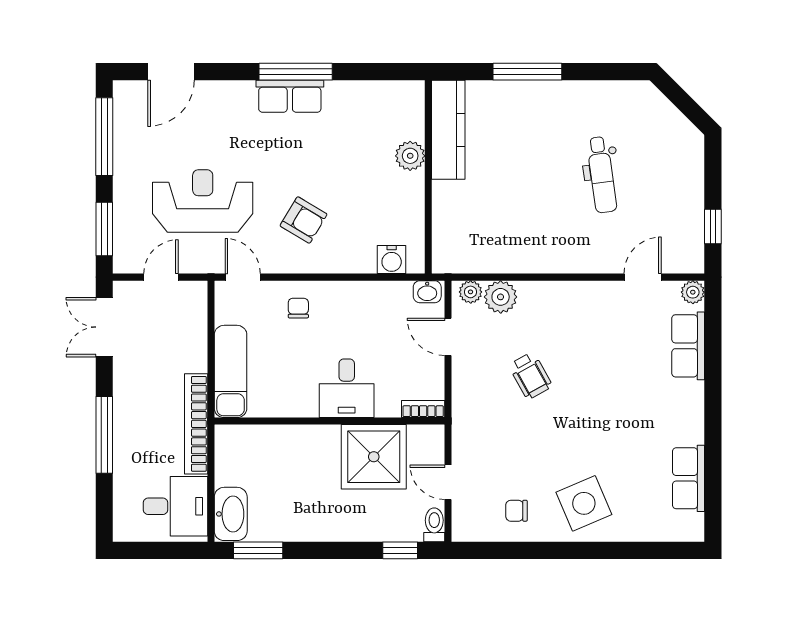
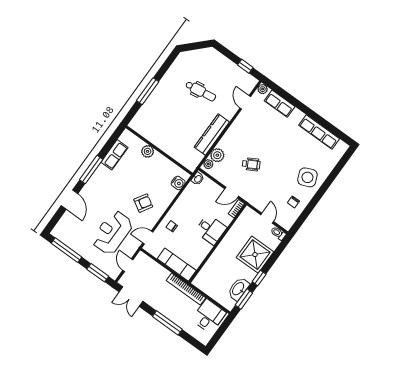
door: (171, 72) -> (70, 200), moved
row of seats: (290, 96) -> (114, 155), moved
kitchen counter: (448, 130) -> (212, 135), moved, turned -90
door: (448, 337) -> (232, 192), moved
shower: (374, 457) -> (255, 255), moved
row of seats: (689, 478) -> (319, 132), width x1.48
door: (448, 482) -> (267, 218), swing flipped
washbasin: (231, 514) -> (238, 289), moved, turned -90
window: (400, 550) -> (259, 278), moved

